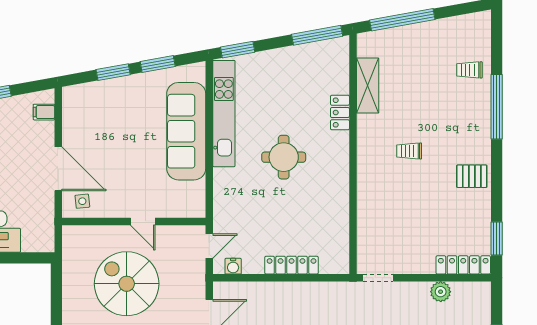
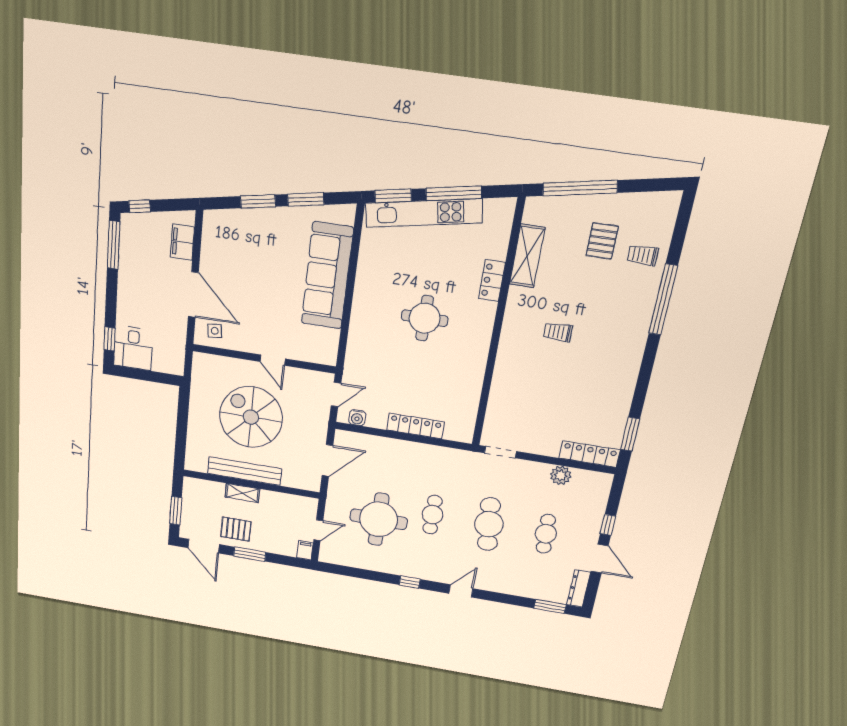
window: (317, 35) -> (454, 193), moved
filing cabinet: (44, 112) -> (182, 242), width x2.00
kitchen unit: (224, 114) -> (424, 213), moved, turned 80
pallet: (472, 176) -> (602, 241), moved, turned 90

